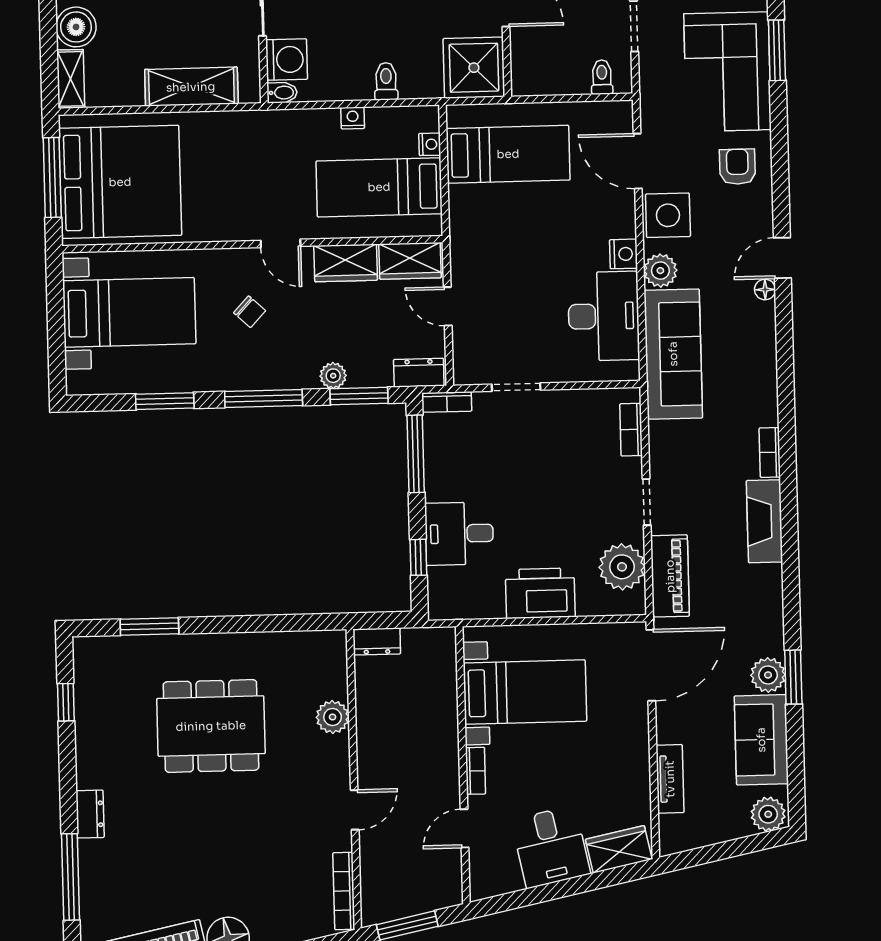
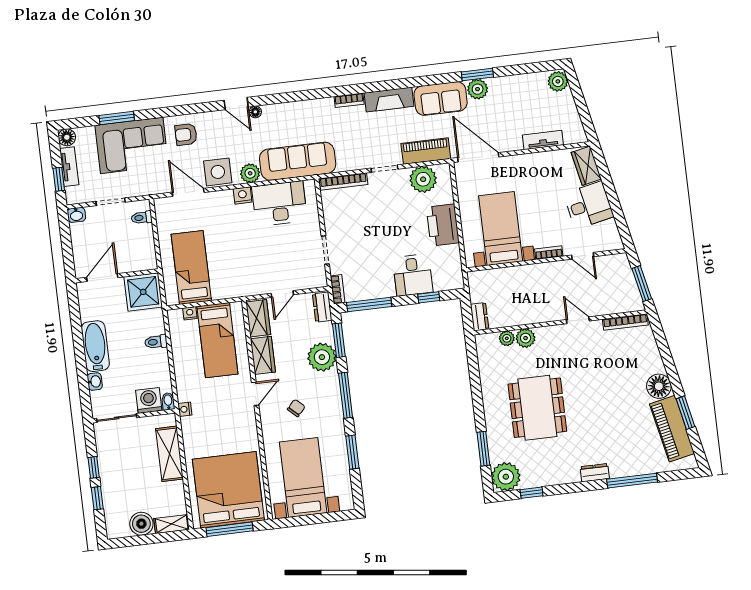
nightstand: (353, 118) -> (185, 409), moved
door: (638, 161) -> (188, 192), swing flipped
plant: (333, 376) -> (322, 357), width x1.87, depth x1.87
bookcase: (631, 430) -> (343, 182), width x1.56
plant: (98, 661) -> (506, 477), added
plant: (335, 685) -> (507, 338), added
sofa: (761, 740) -> (441, 98), moved

